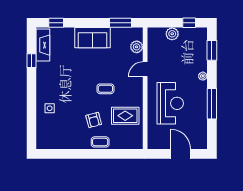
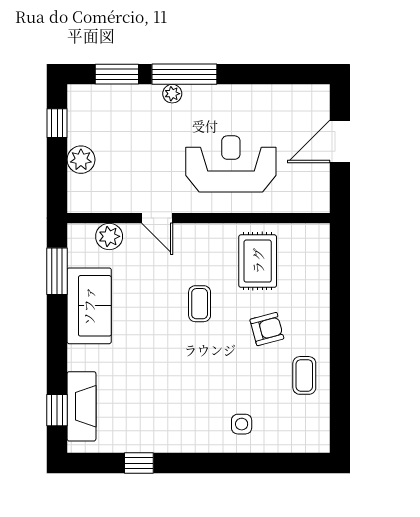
sofa: (93, 38) -> (89, 306), moved
fireplace: (43, 45) -> (81, 406), moved, turned 90
window: (212, 104) -> (184, 74), moved
coffee table: (100, 142) -> (304, 375), moved

